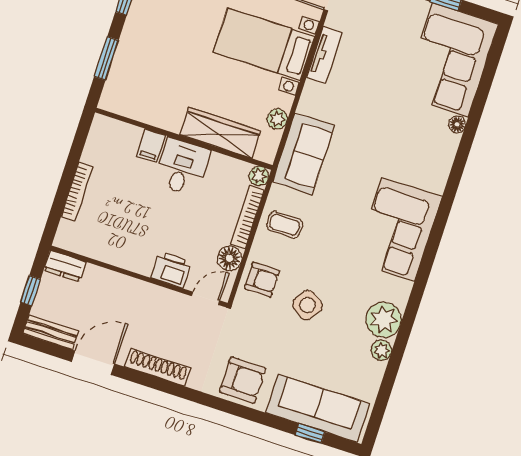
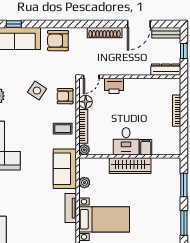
tv unit: (324, 55) -> (71, 208), moved
wardrobe: (220, 133) -> (130, 166), moved
dresser: (65, 266) -> (166, 70), width x1.44

